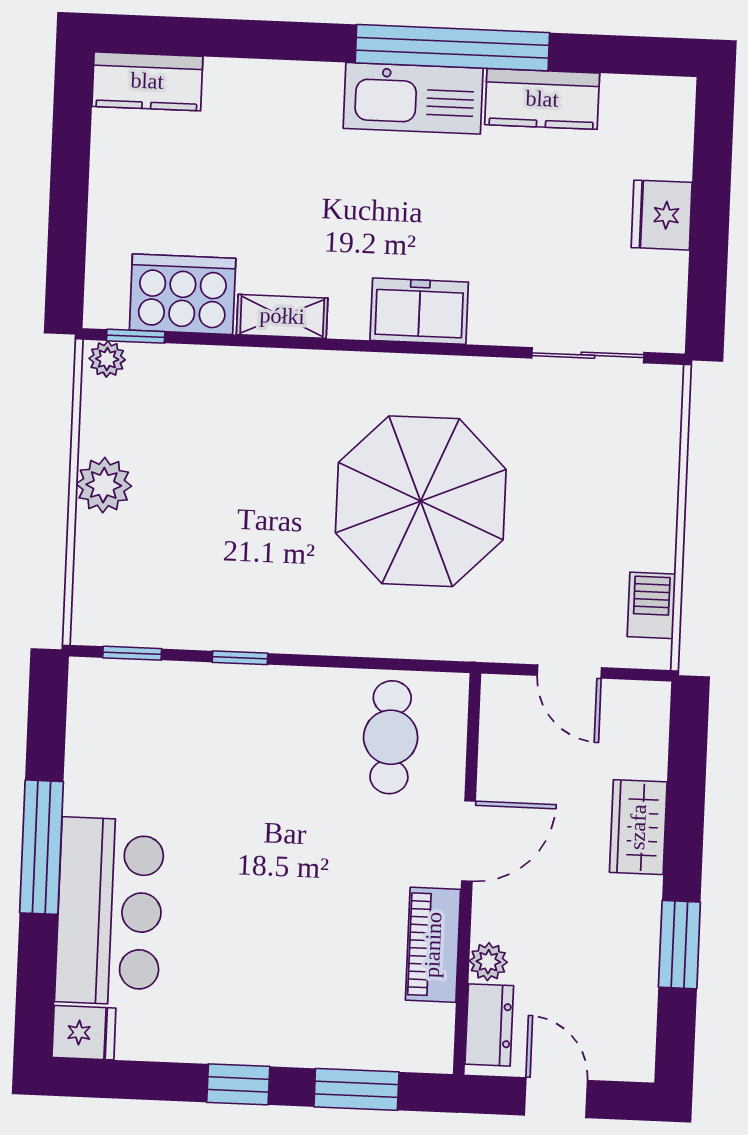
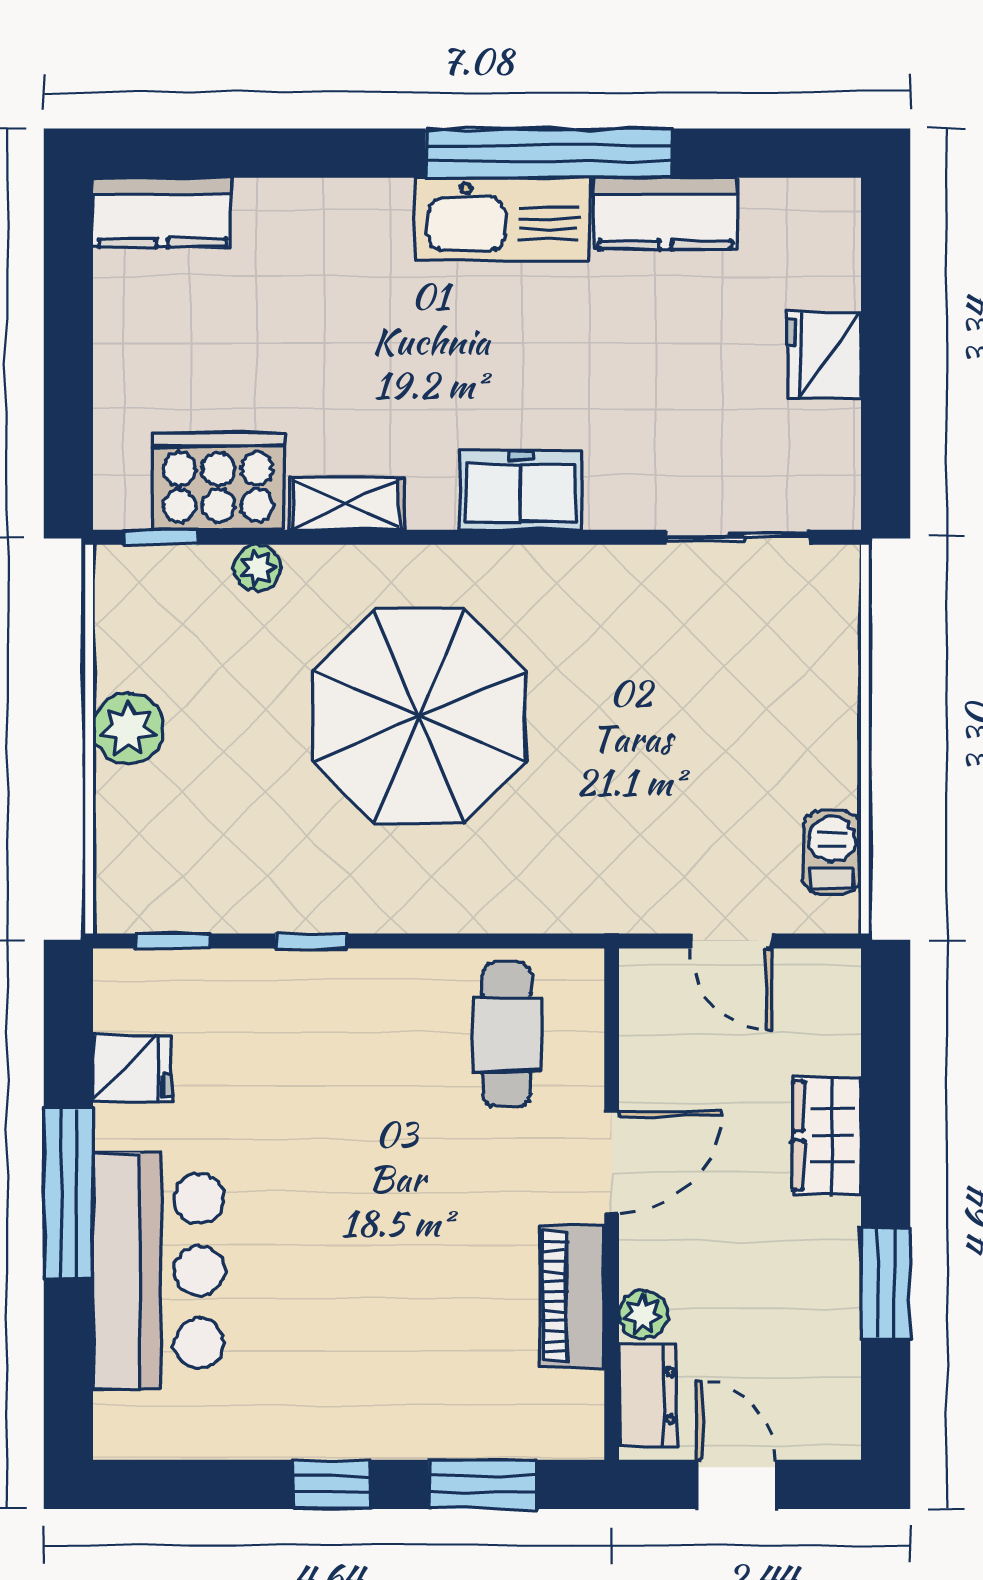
plant: (107, 359) -> (258, 568), moved
parasol: (421, 501) -> (419, 716), moved
fridge: (84, 1033) -> (132, 1068), moved

